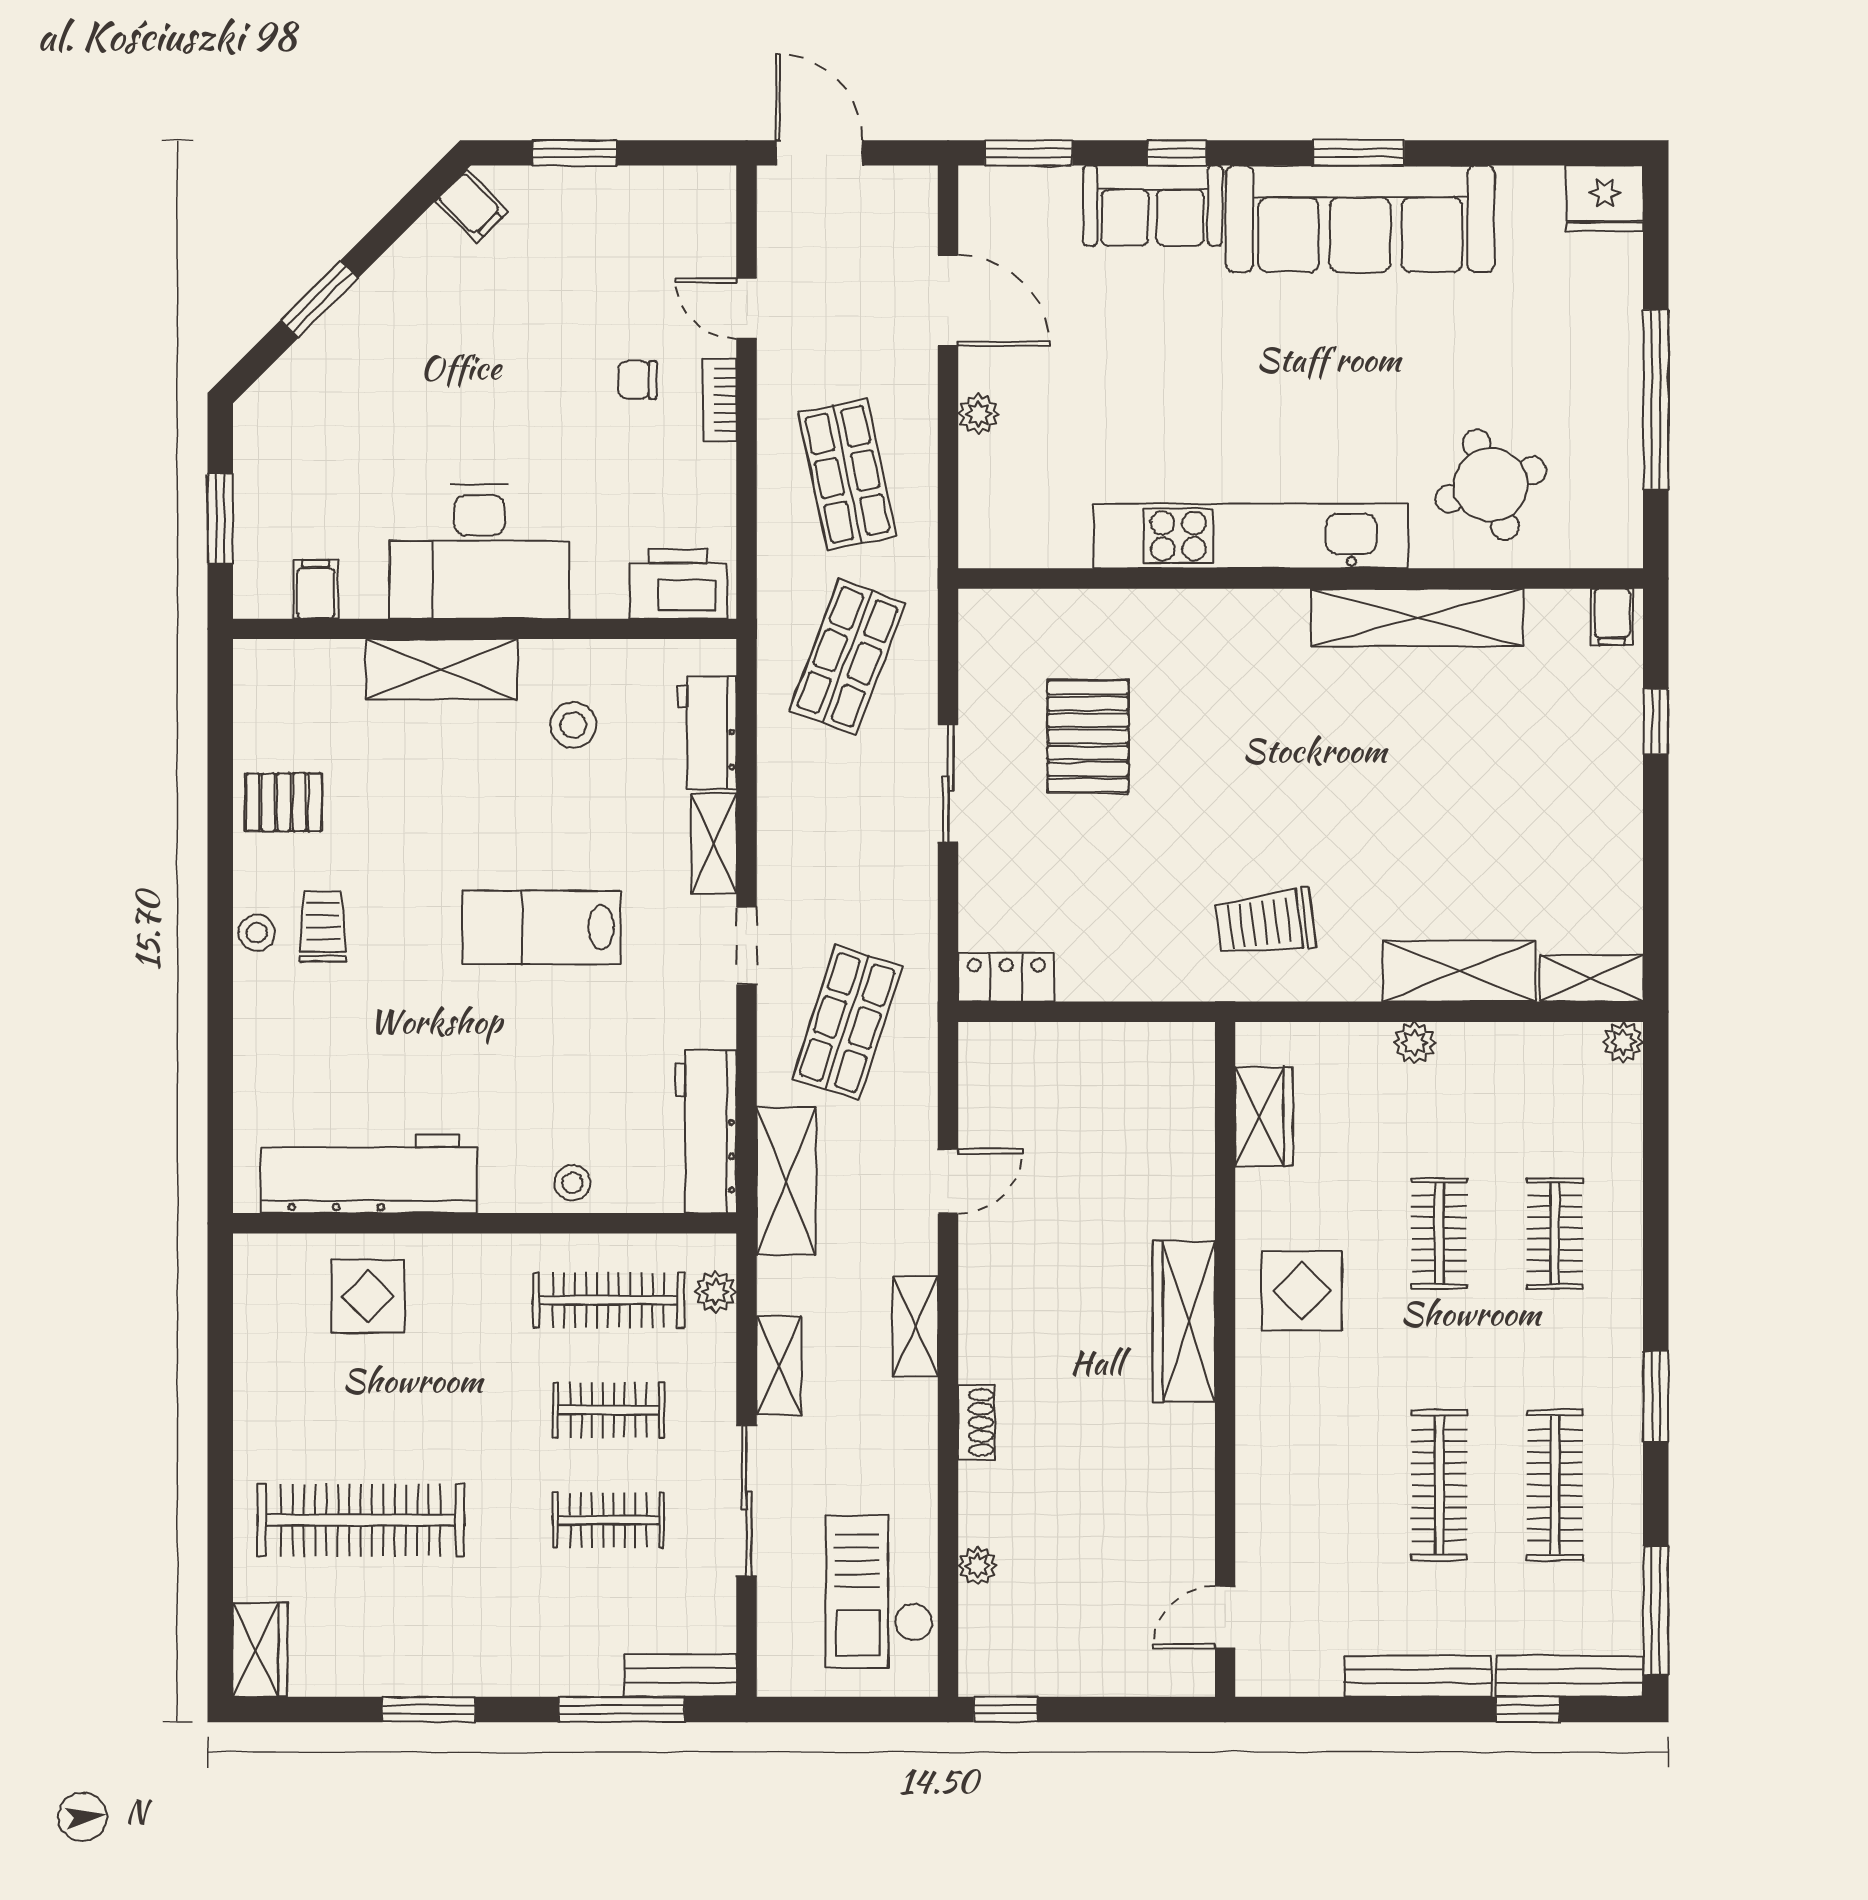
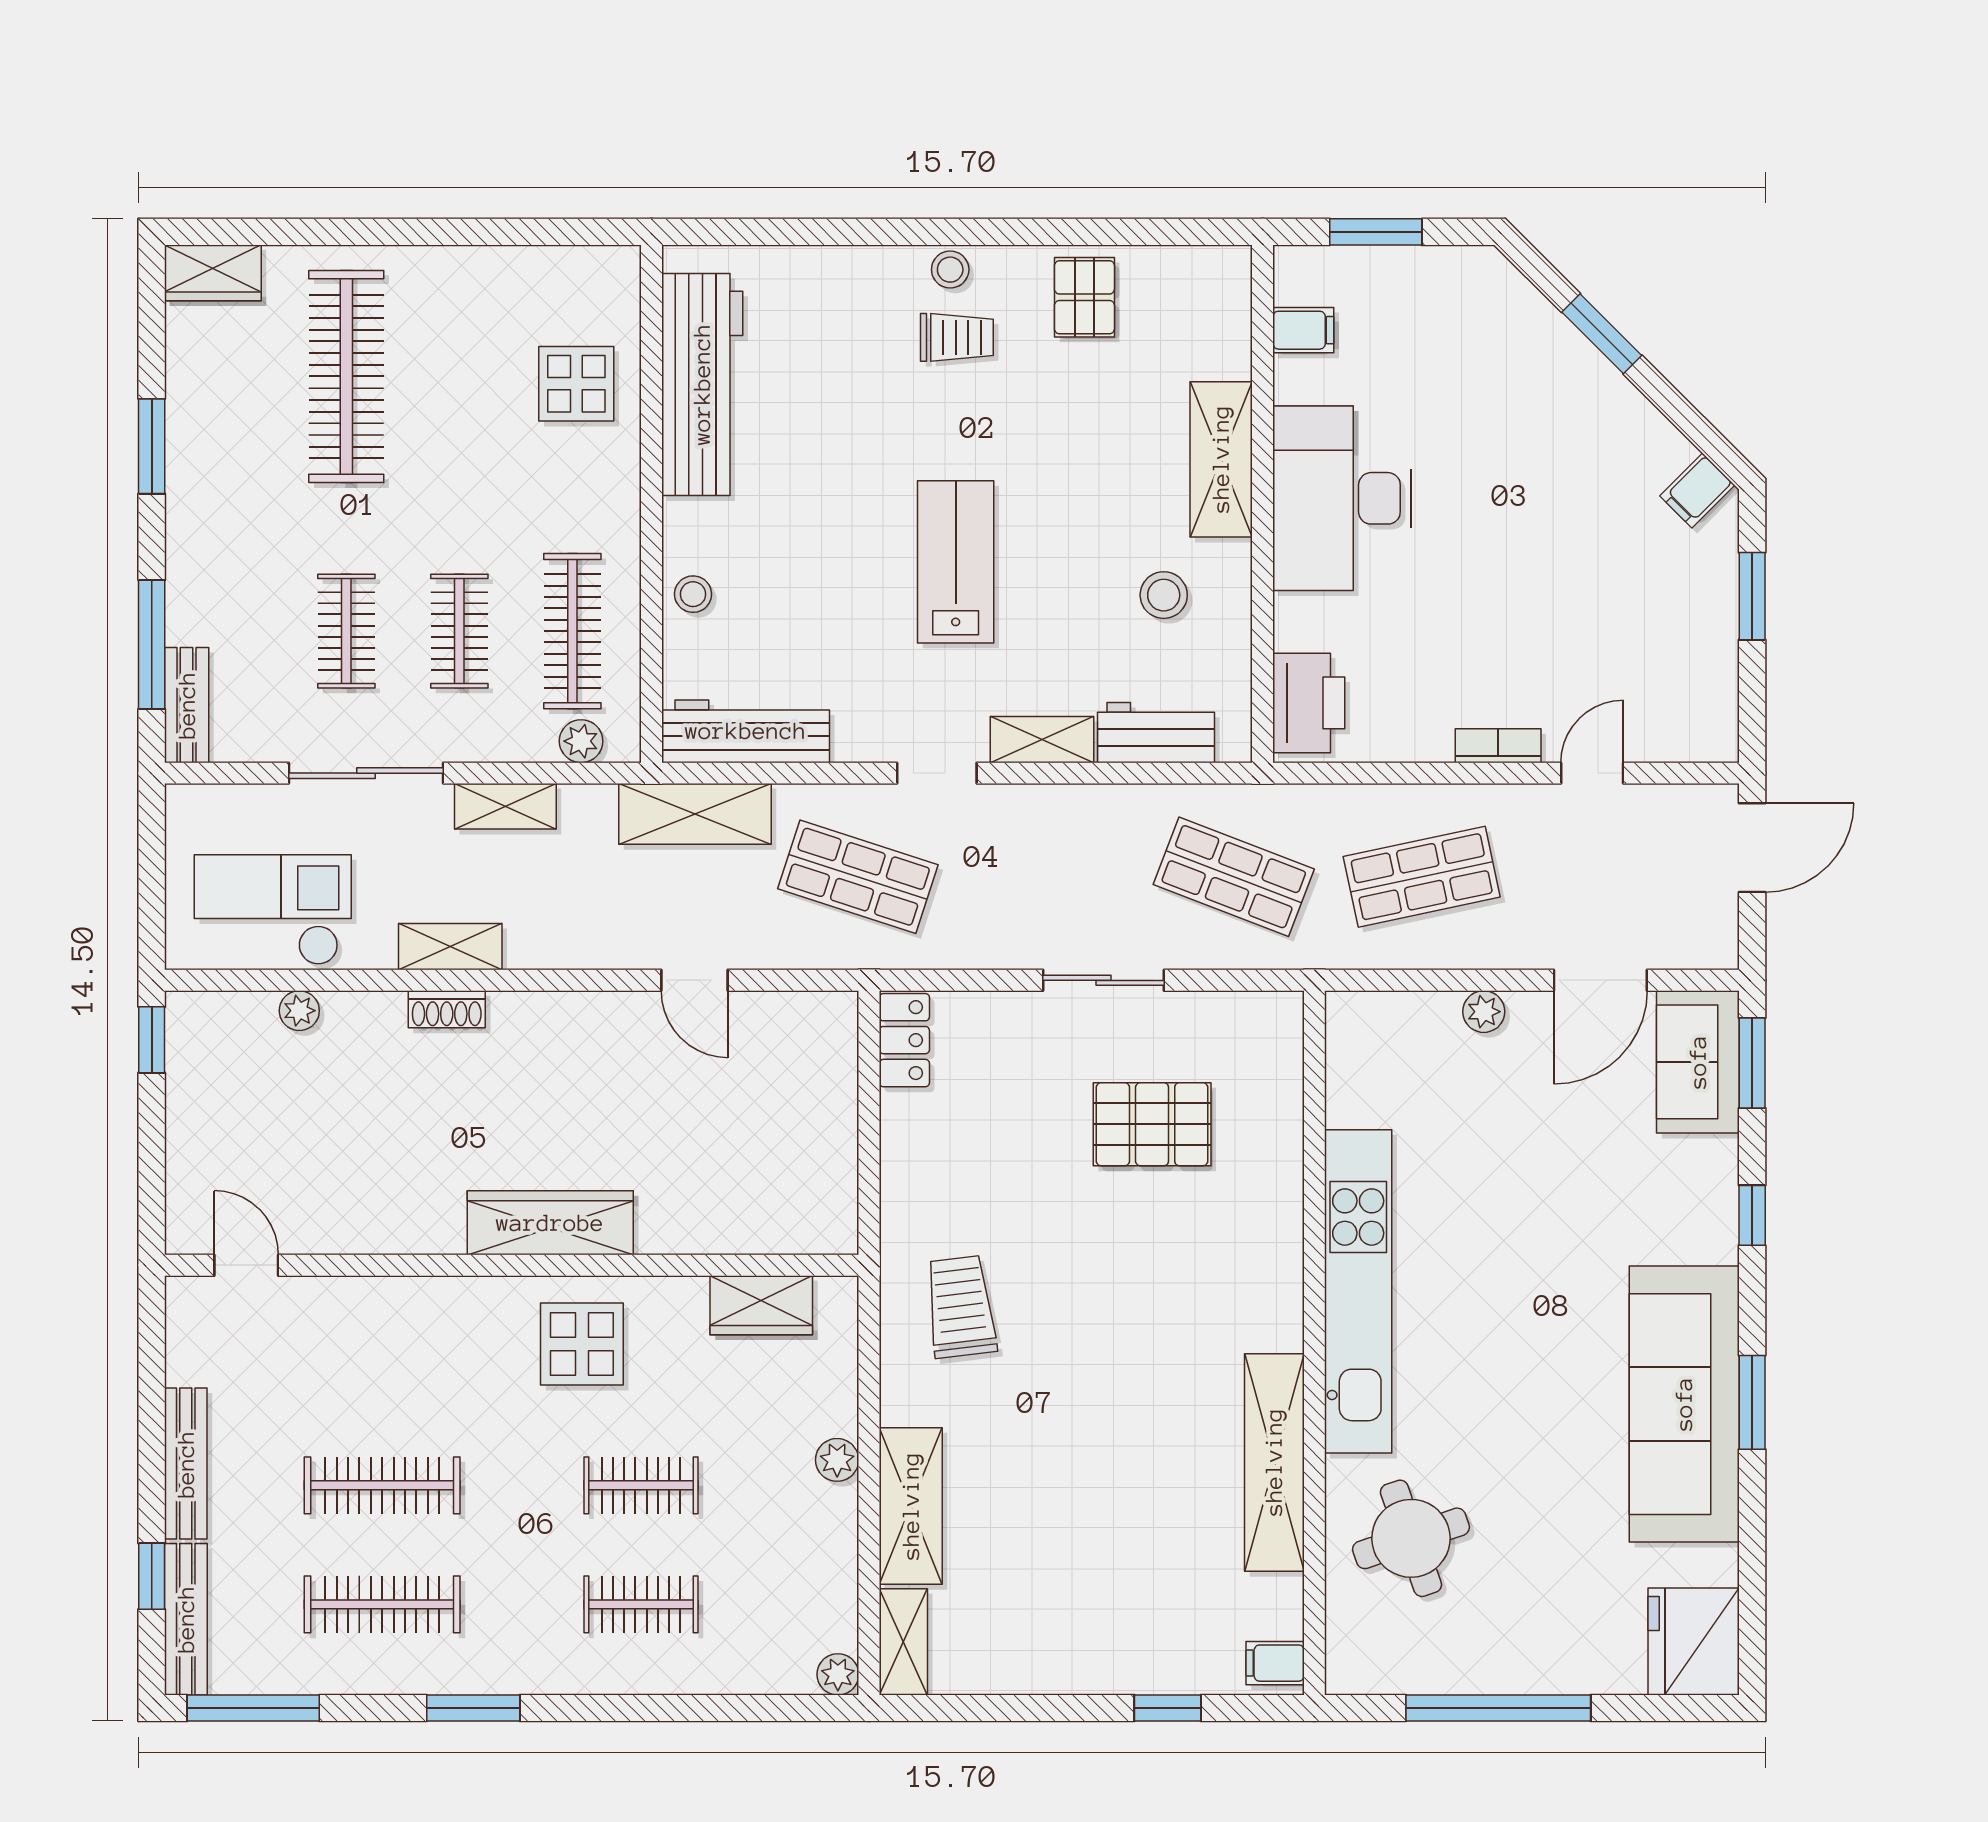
fridge: (1605, 199) -> (1694, 1641), width x1.36, depth x1.34
sofa: (1153, 206) -> (1698, 1062), moved
chair: (637, 380) -> (1519, 661), removed
shelving: (915, 1326) -> (450, 947), moved

